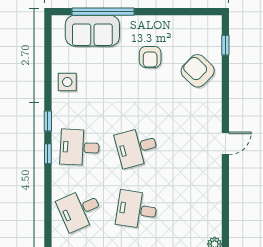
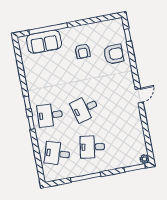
armchair: (198, 71) -> (114, 54), turned 136
side table: (67, 82) -> (35, 76), removed
desk: (80, 210) -> (57, 154), turned 42

